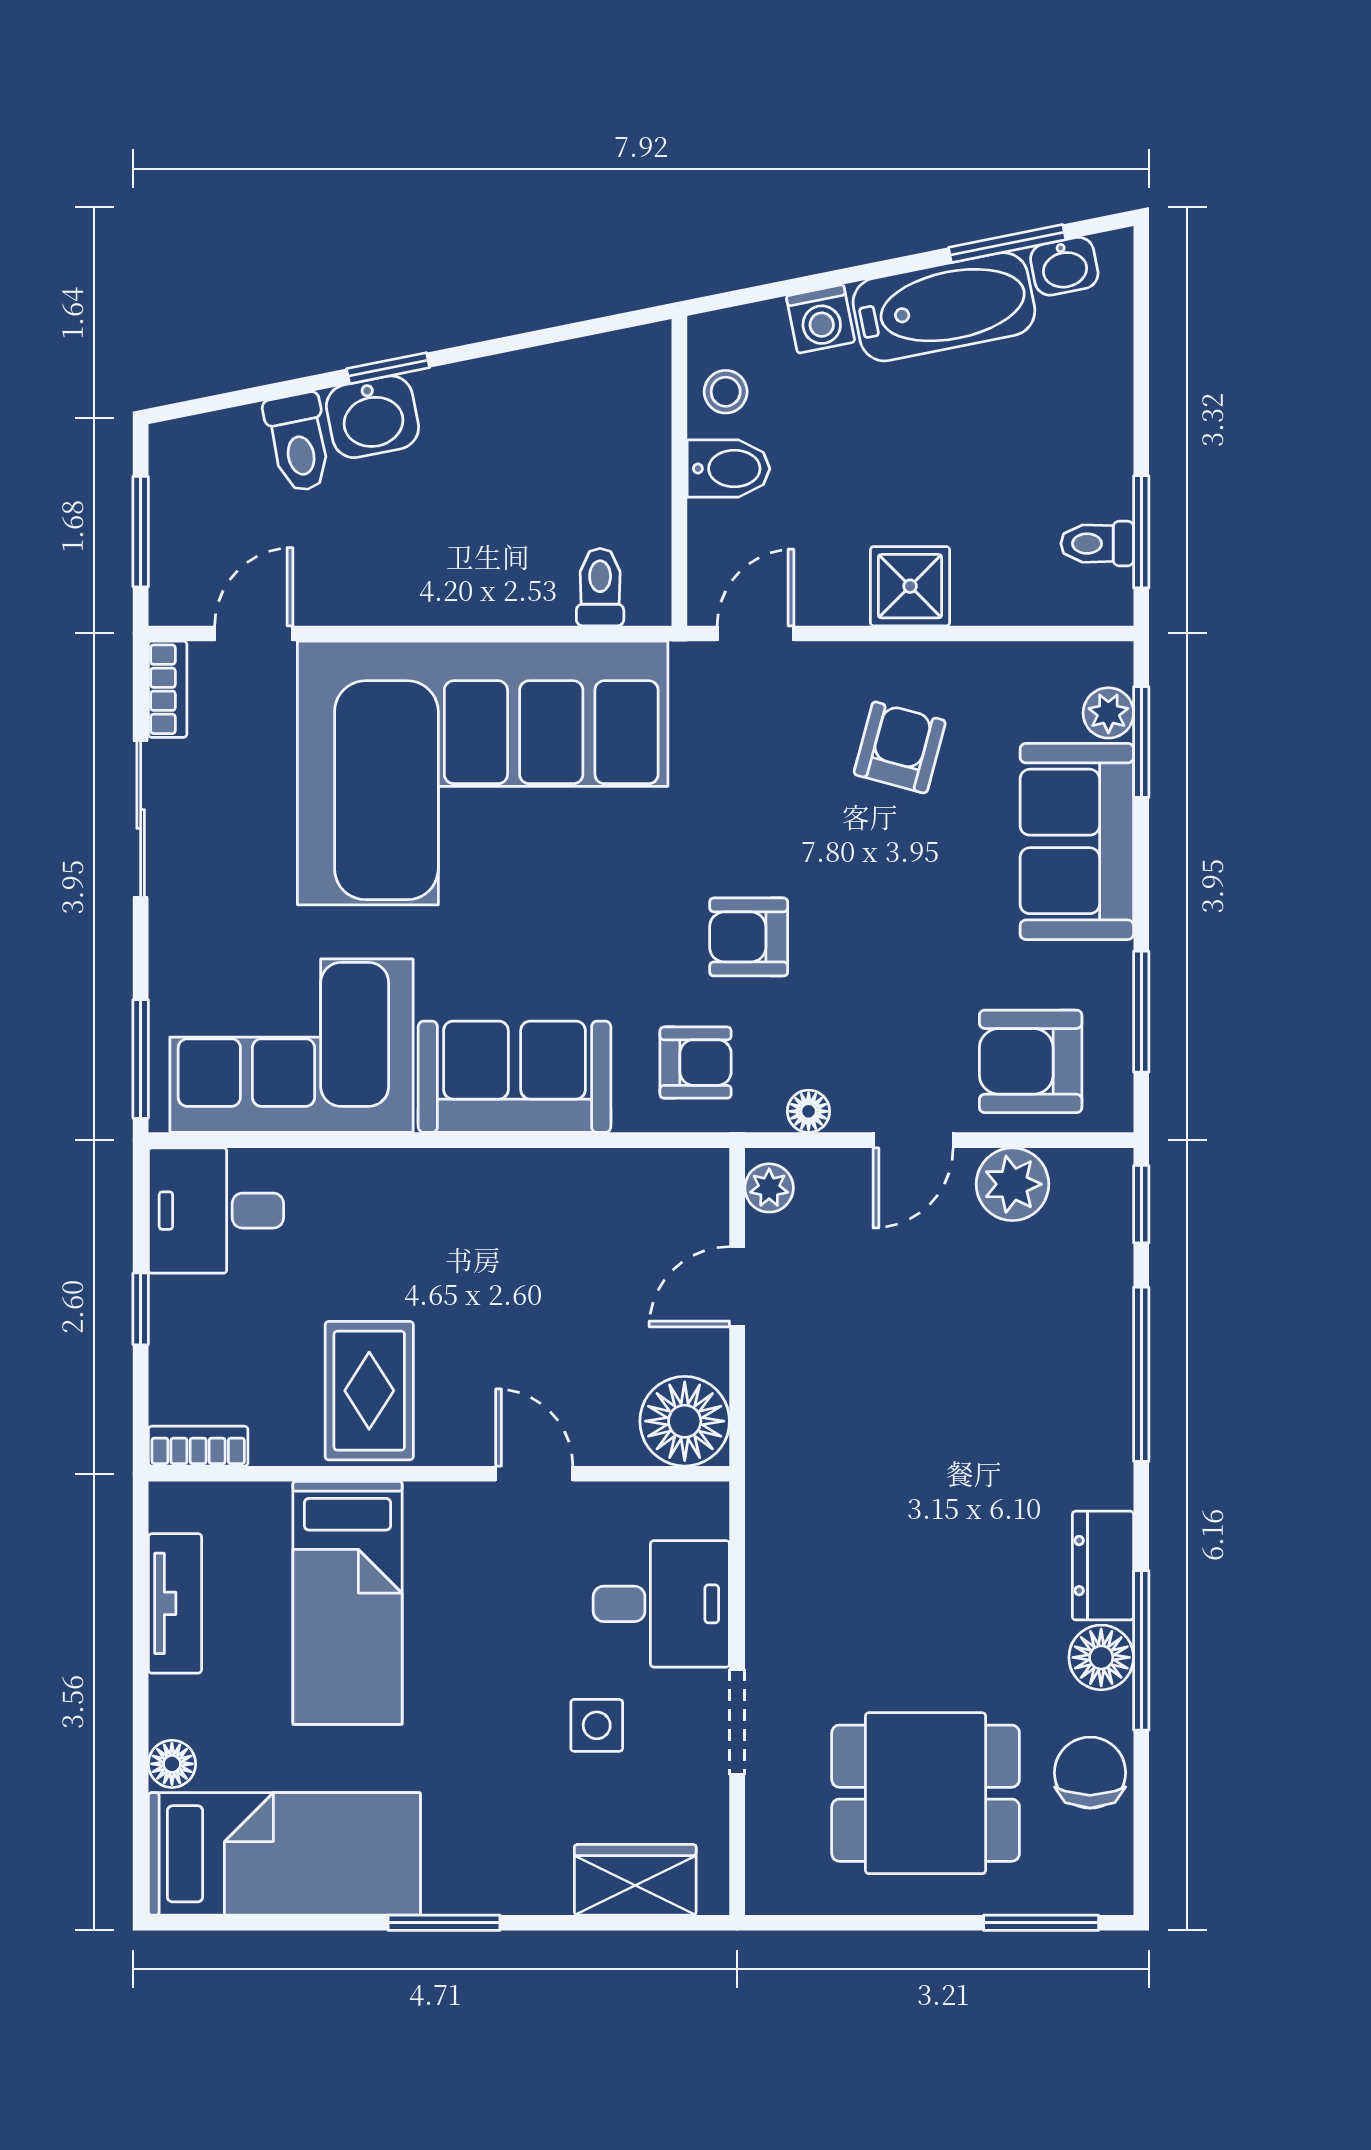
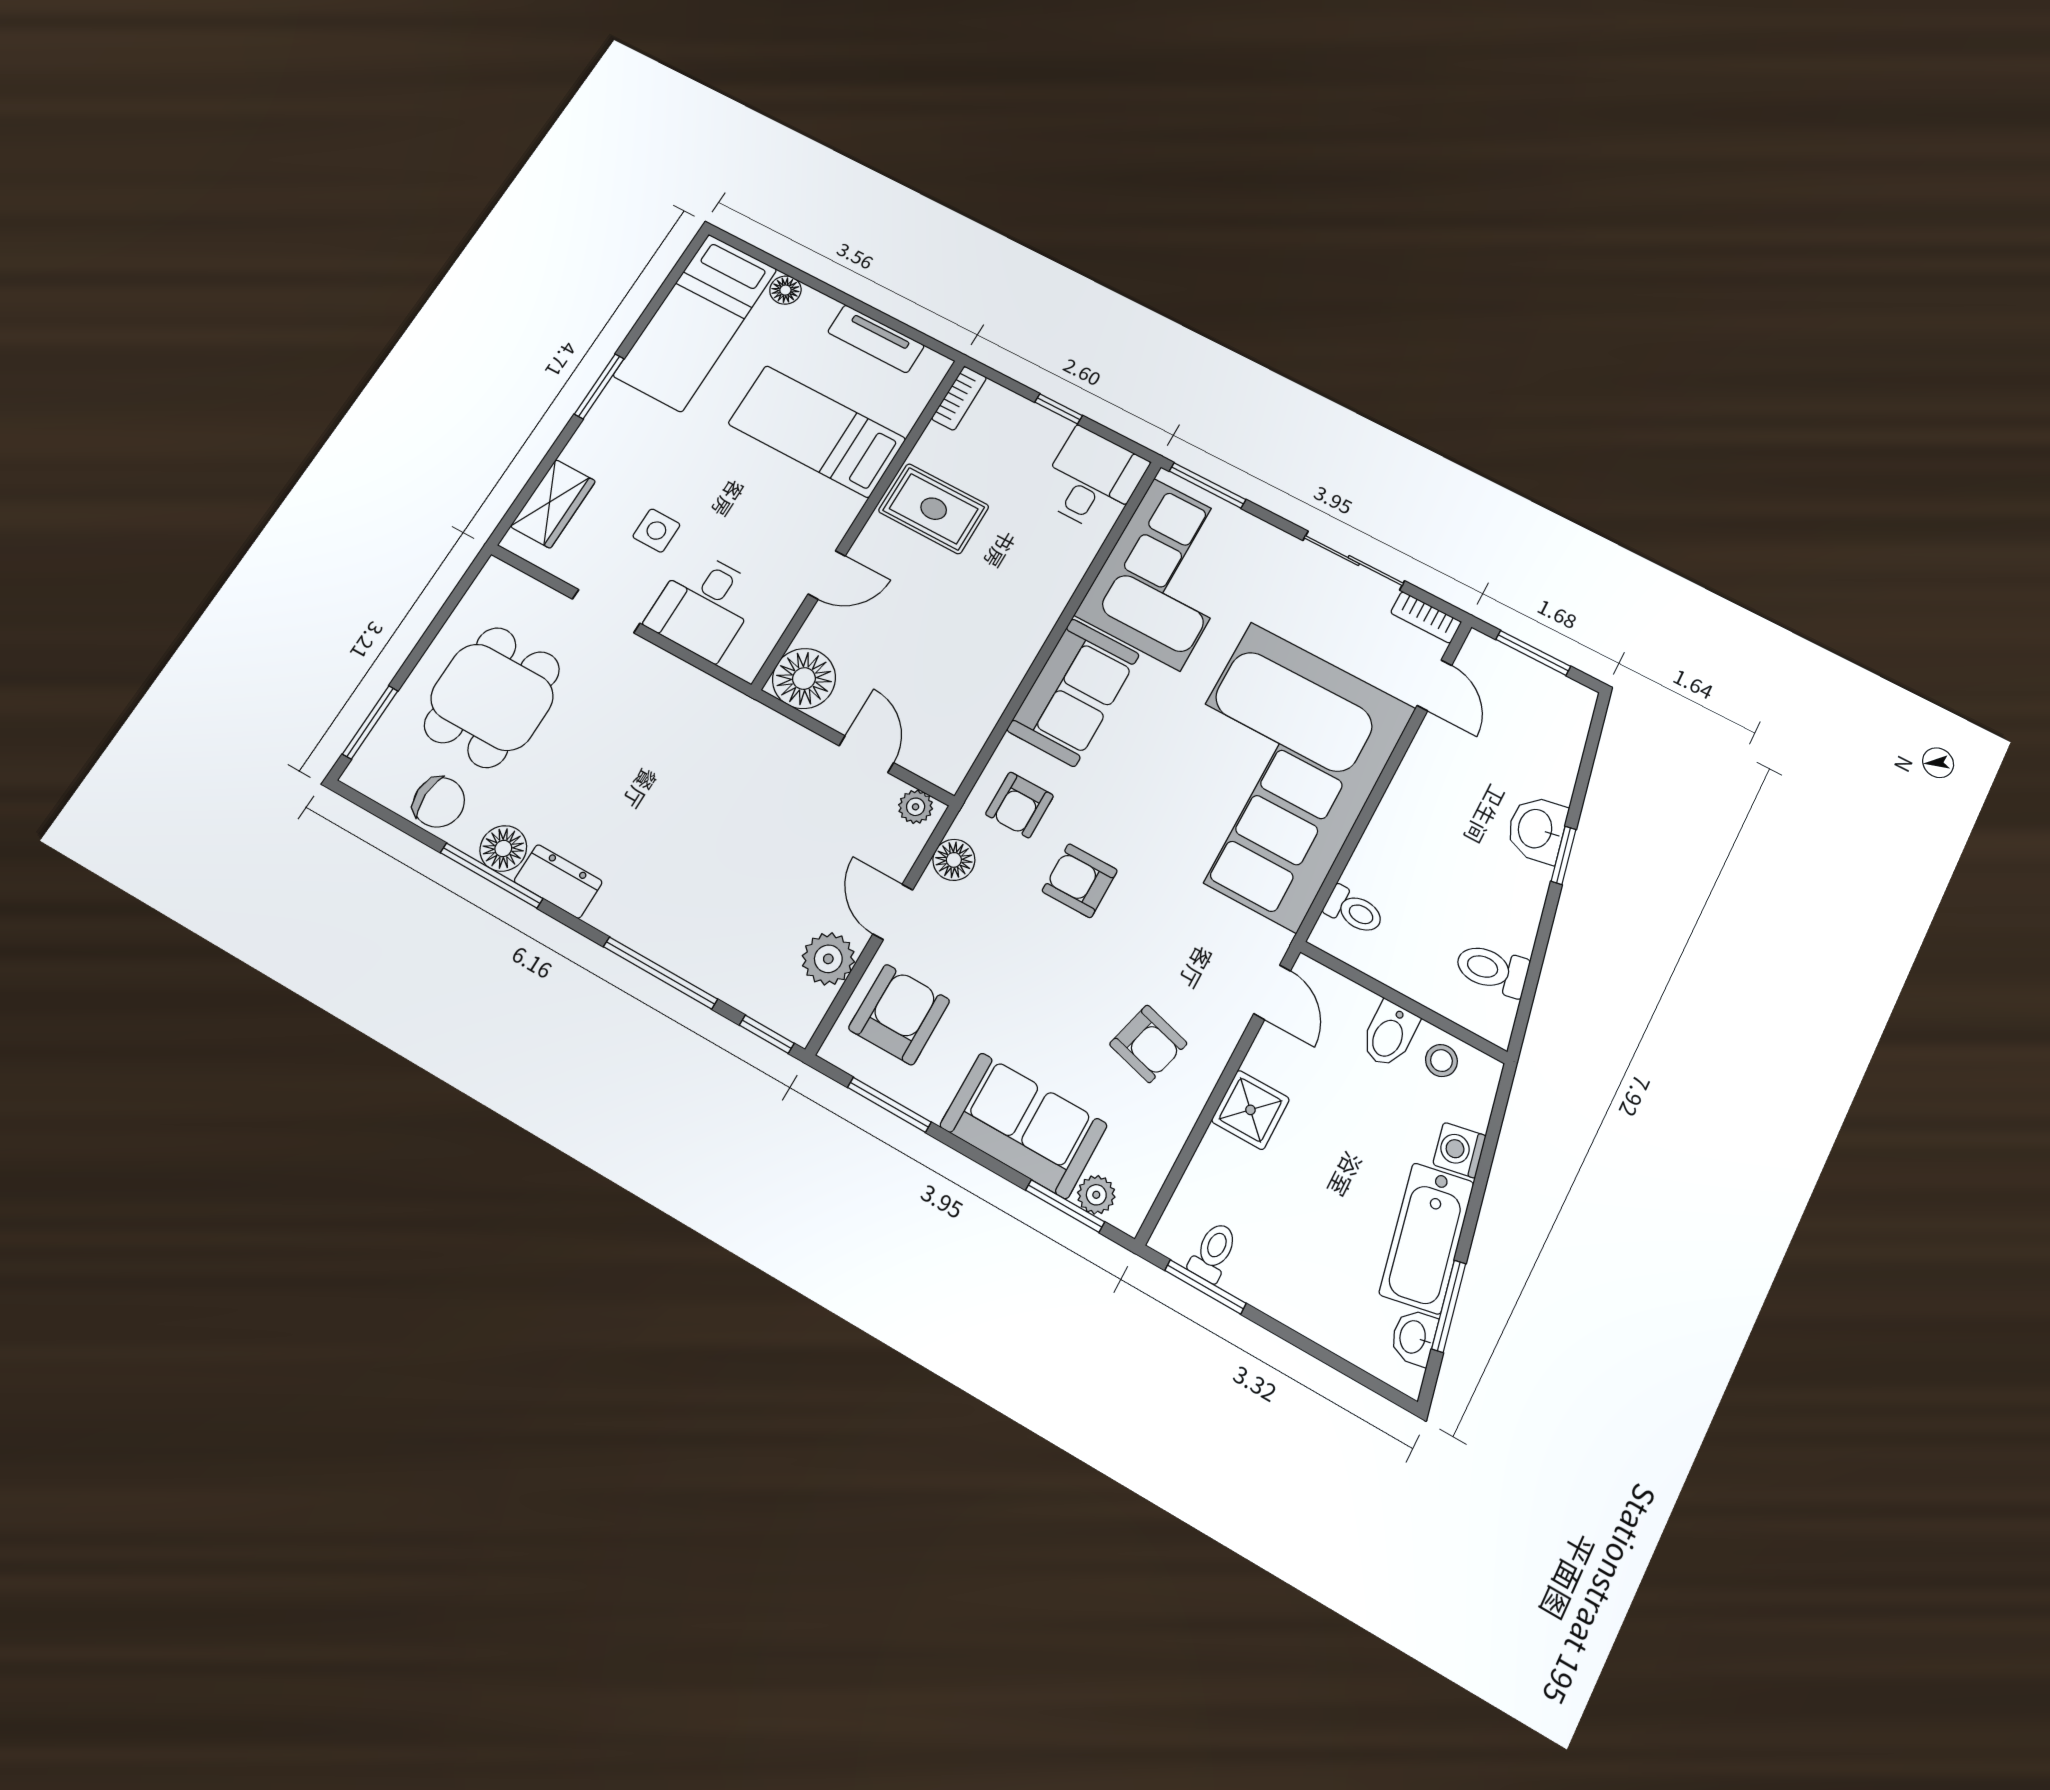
toilet: (298, 442) -> (1492, 970), moved
armchair: (749, 937) -> (1080, 881), turned -90
floor lamp: (809, 1111) -> (954, 860), width x1.37, depth x1.37

